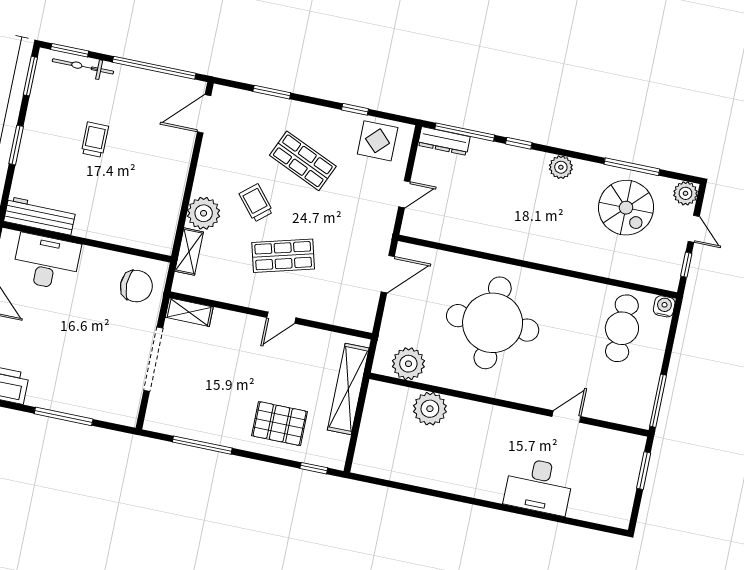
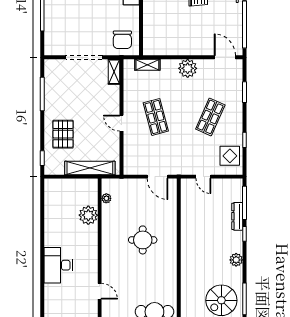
dresser: (444, 141) -> (237, 216), moved
trolley: (256, 203) -> (182, 96), removed
plant: (204, 213) -> (188, 68), moved
round table: (493, 323) -> (143, 240), width x0.54, depth x0.54
plant: (408, 364) -> (106, 198), width x0.53, depth x0.53
desk: (539, 486) -> (58, 265), moved

